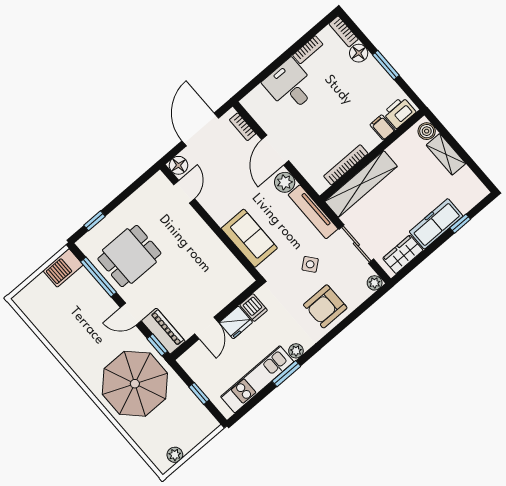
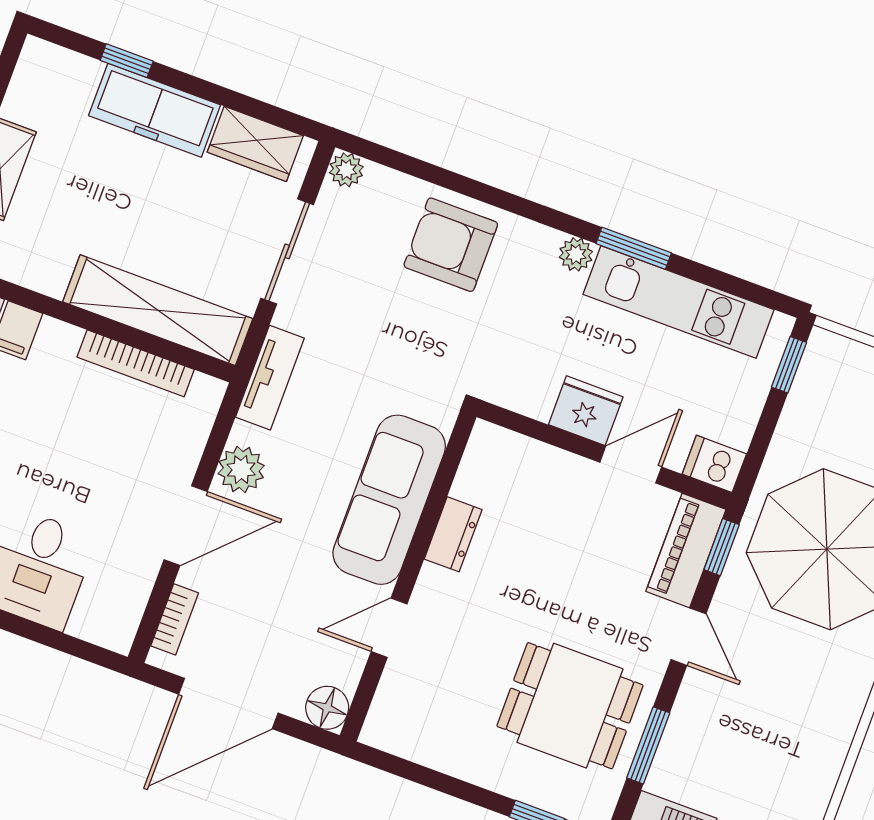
door: (184, 192) -> (389, 628), moved
tv unit: (313, 212) -> (270, 378), width x0.71
sofa: (249, 238) -> (389, 500), width x1.36
dresser: (217, 248) -> (453, 534), added
side table: (310, 264) -> (381, 324), removed
window: (99, 277) -> (648, 745), width x0.69
armchair: (325, 306) -> (451, 245), turned 180
dishwasher: (254, 308) -> (714, 464), moved, turned -90
window: (199, 393) -> (789, 365), moved

